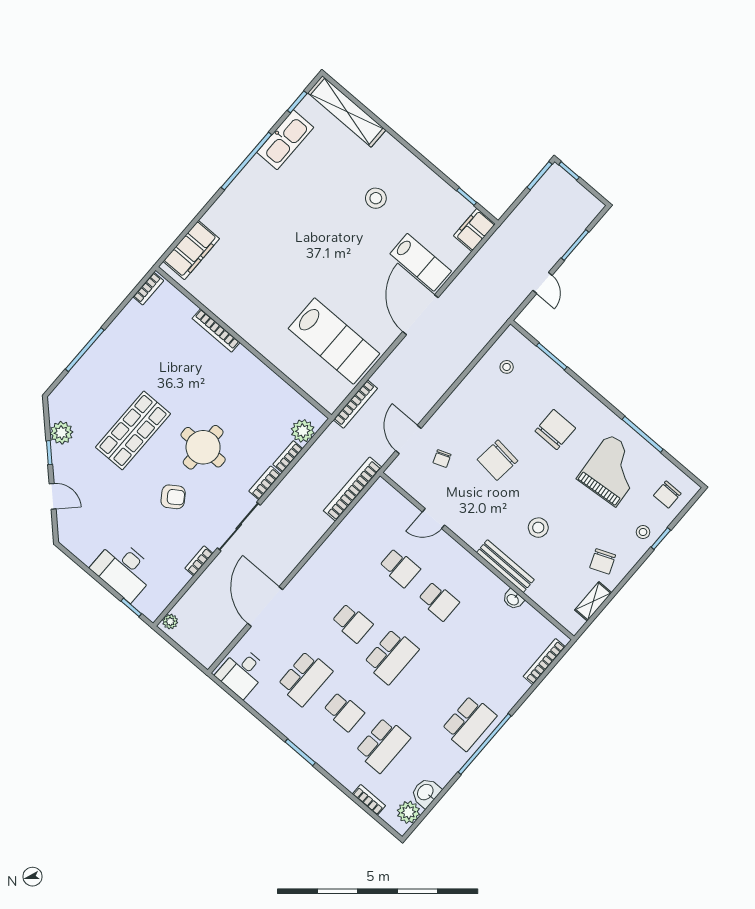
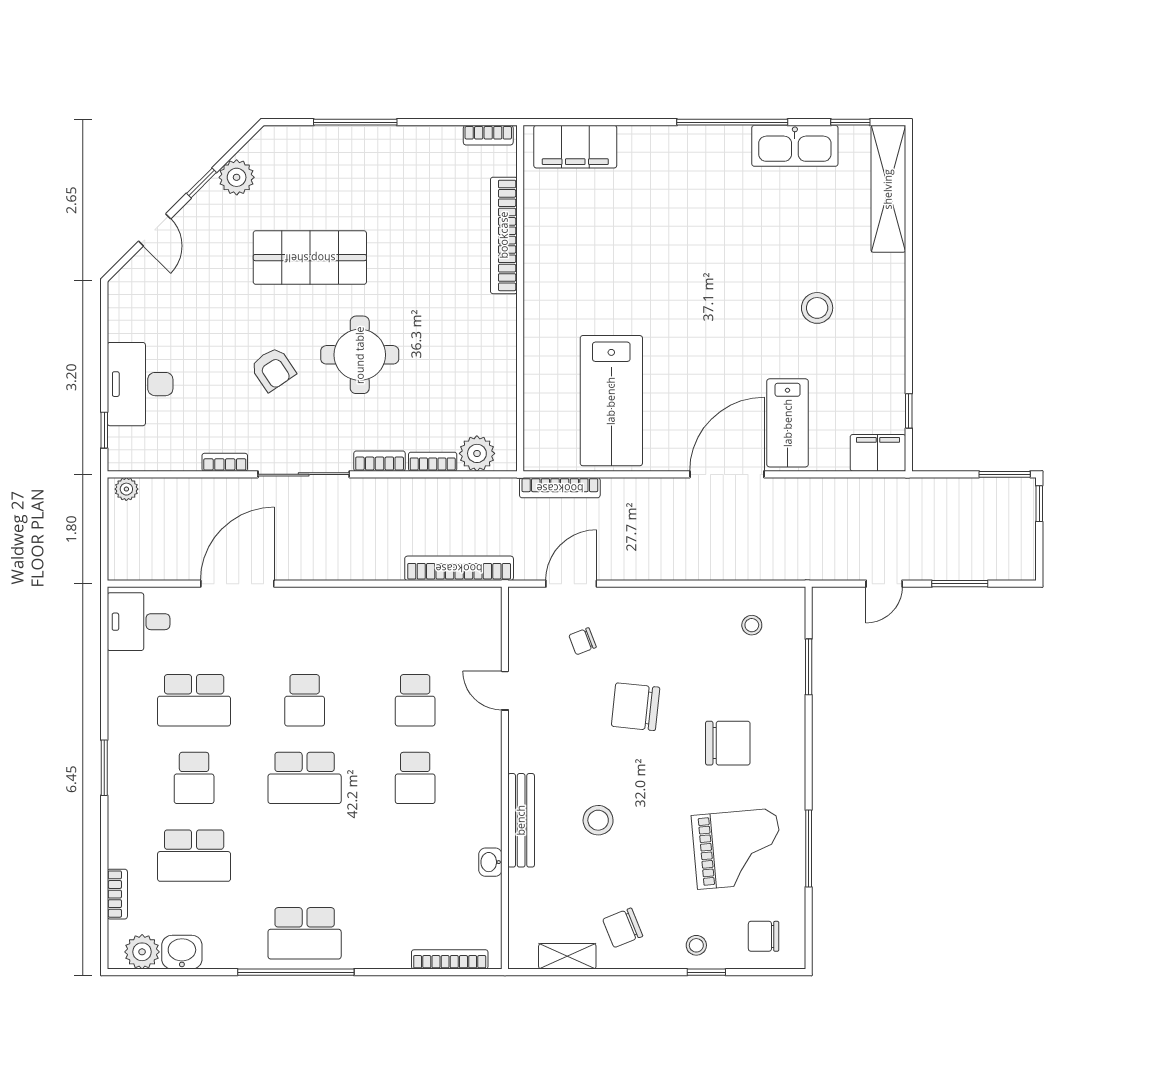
bookcase: (216, 330) -> (504, 235), width x1.48, depth x1.31

